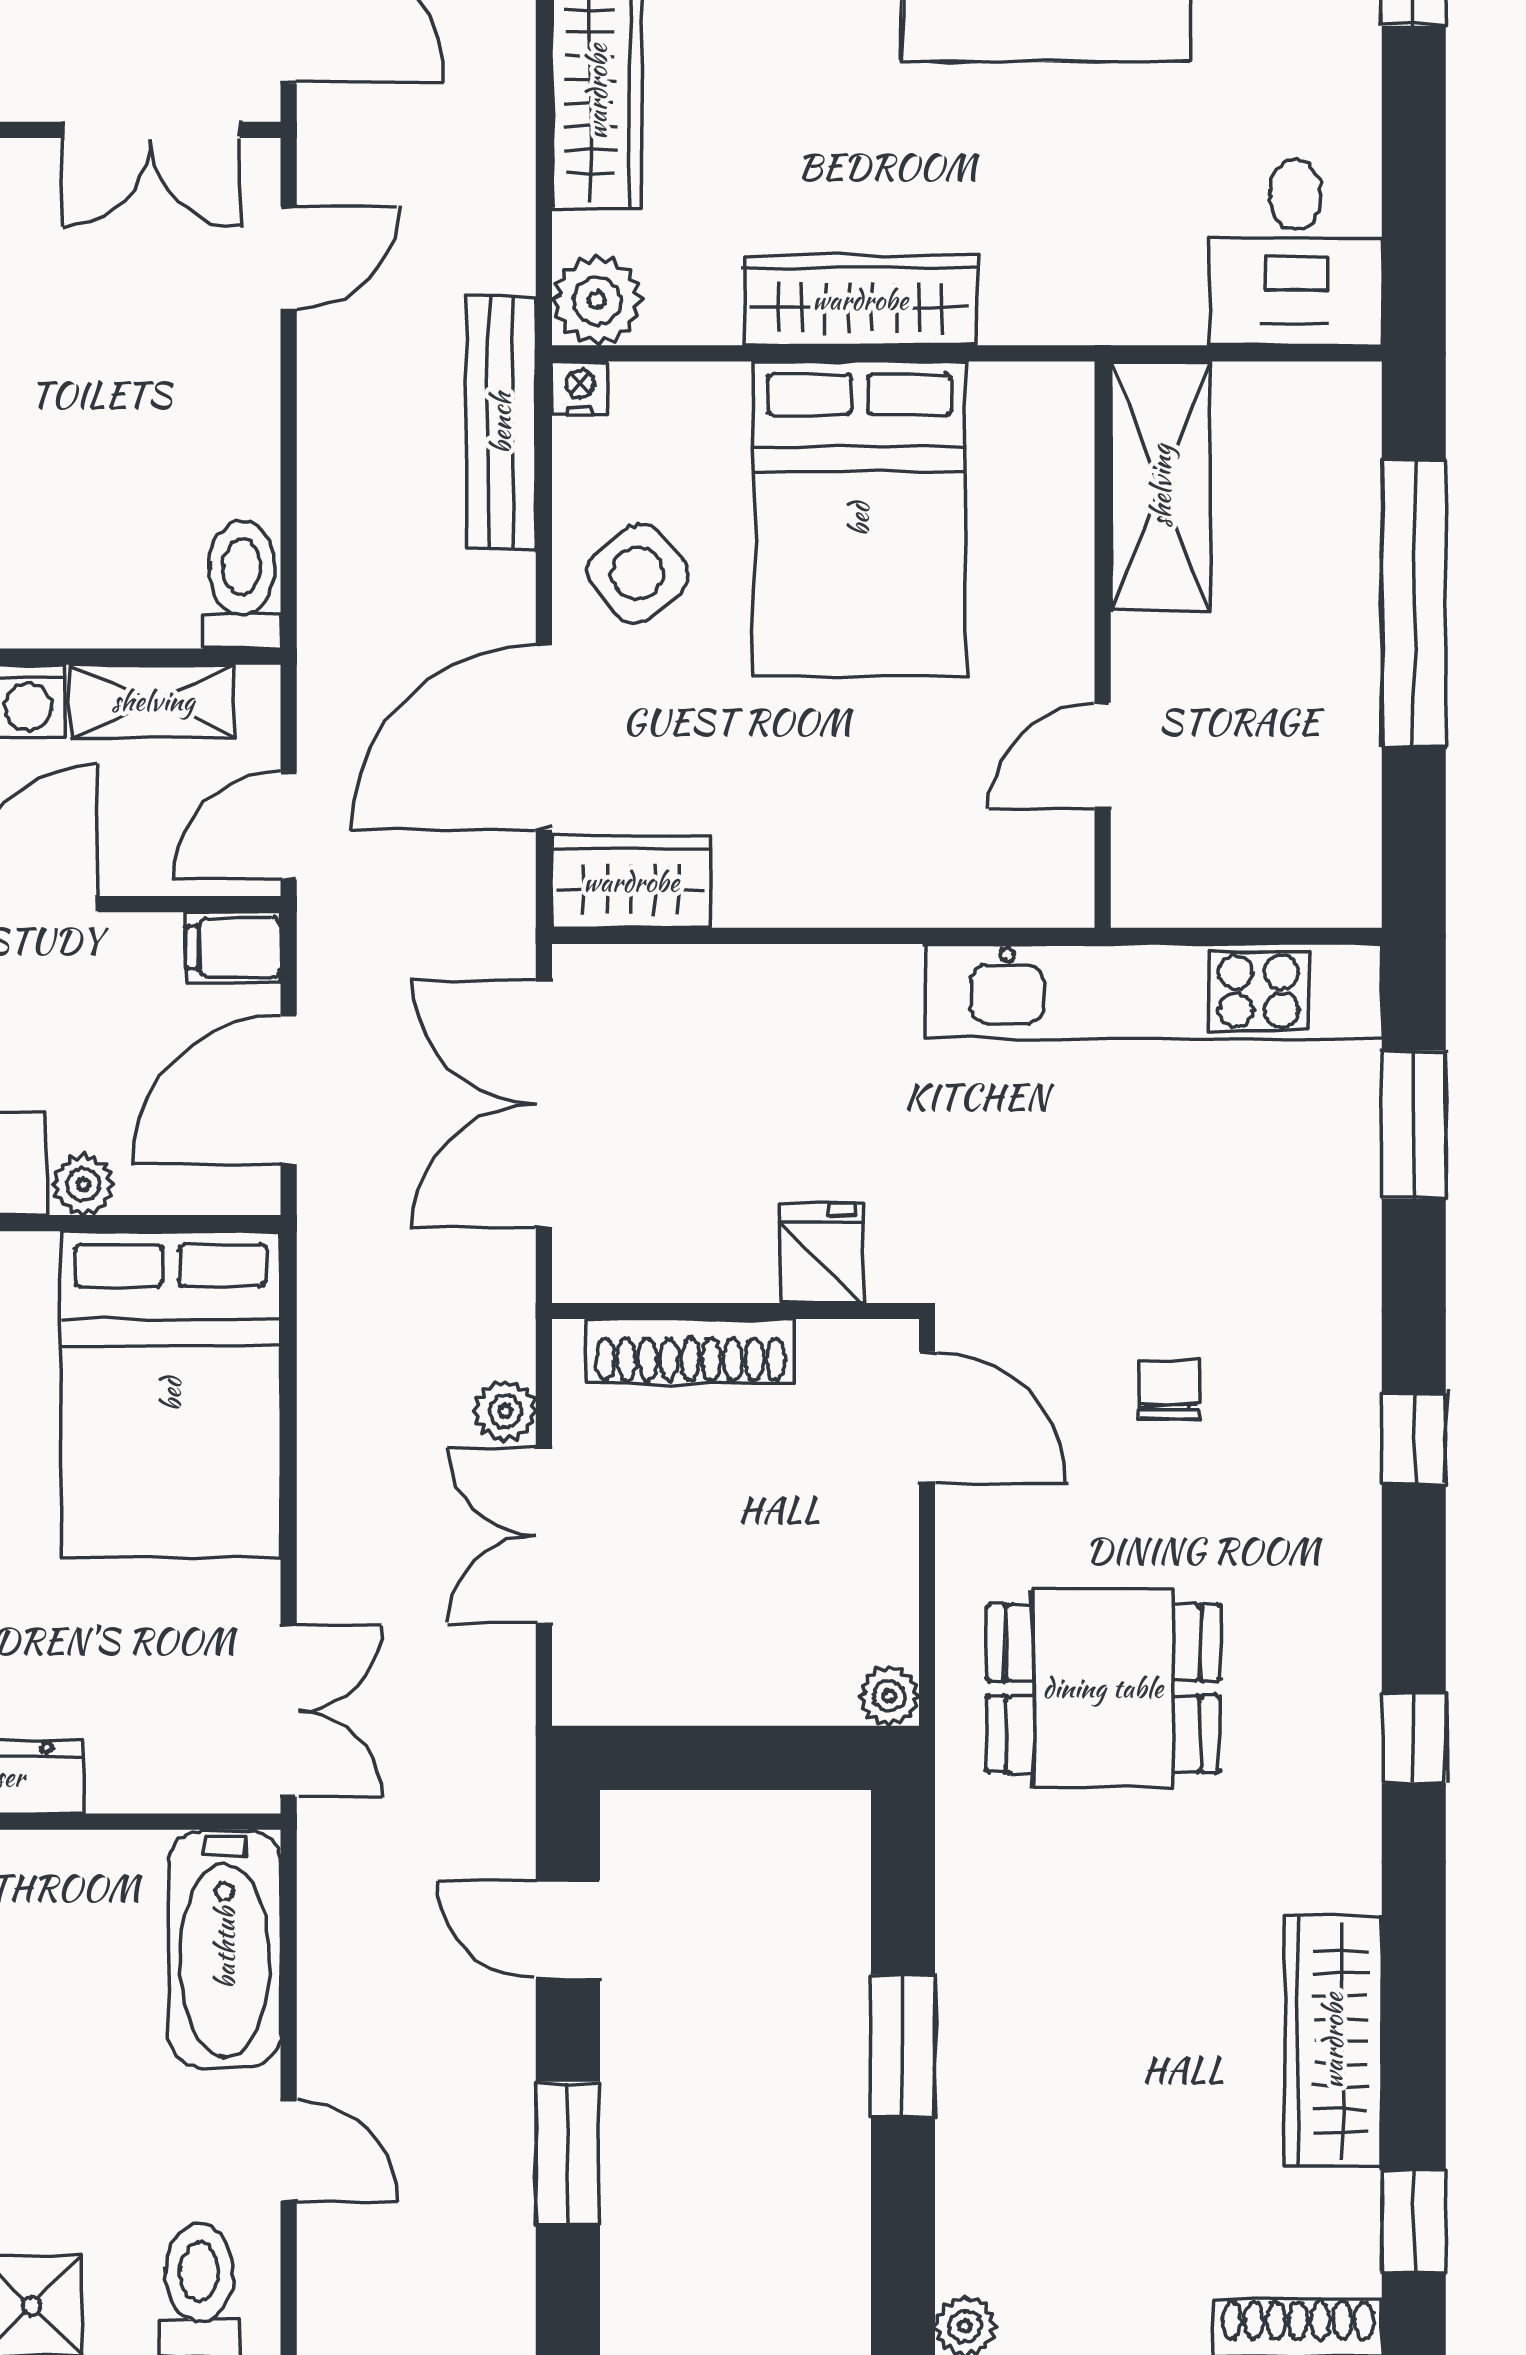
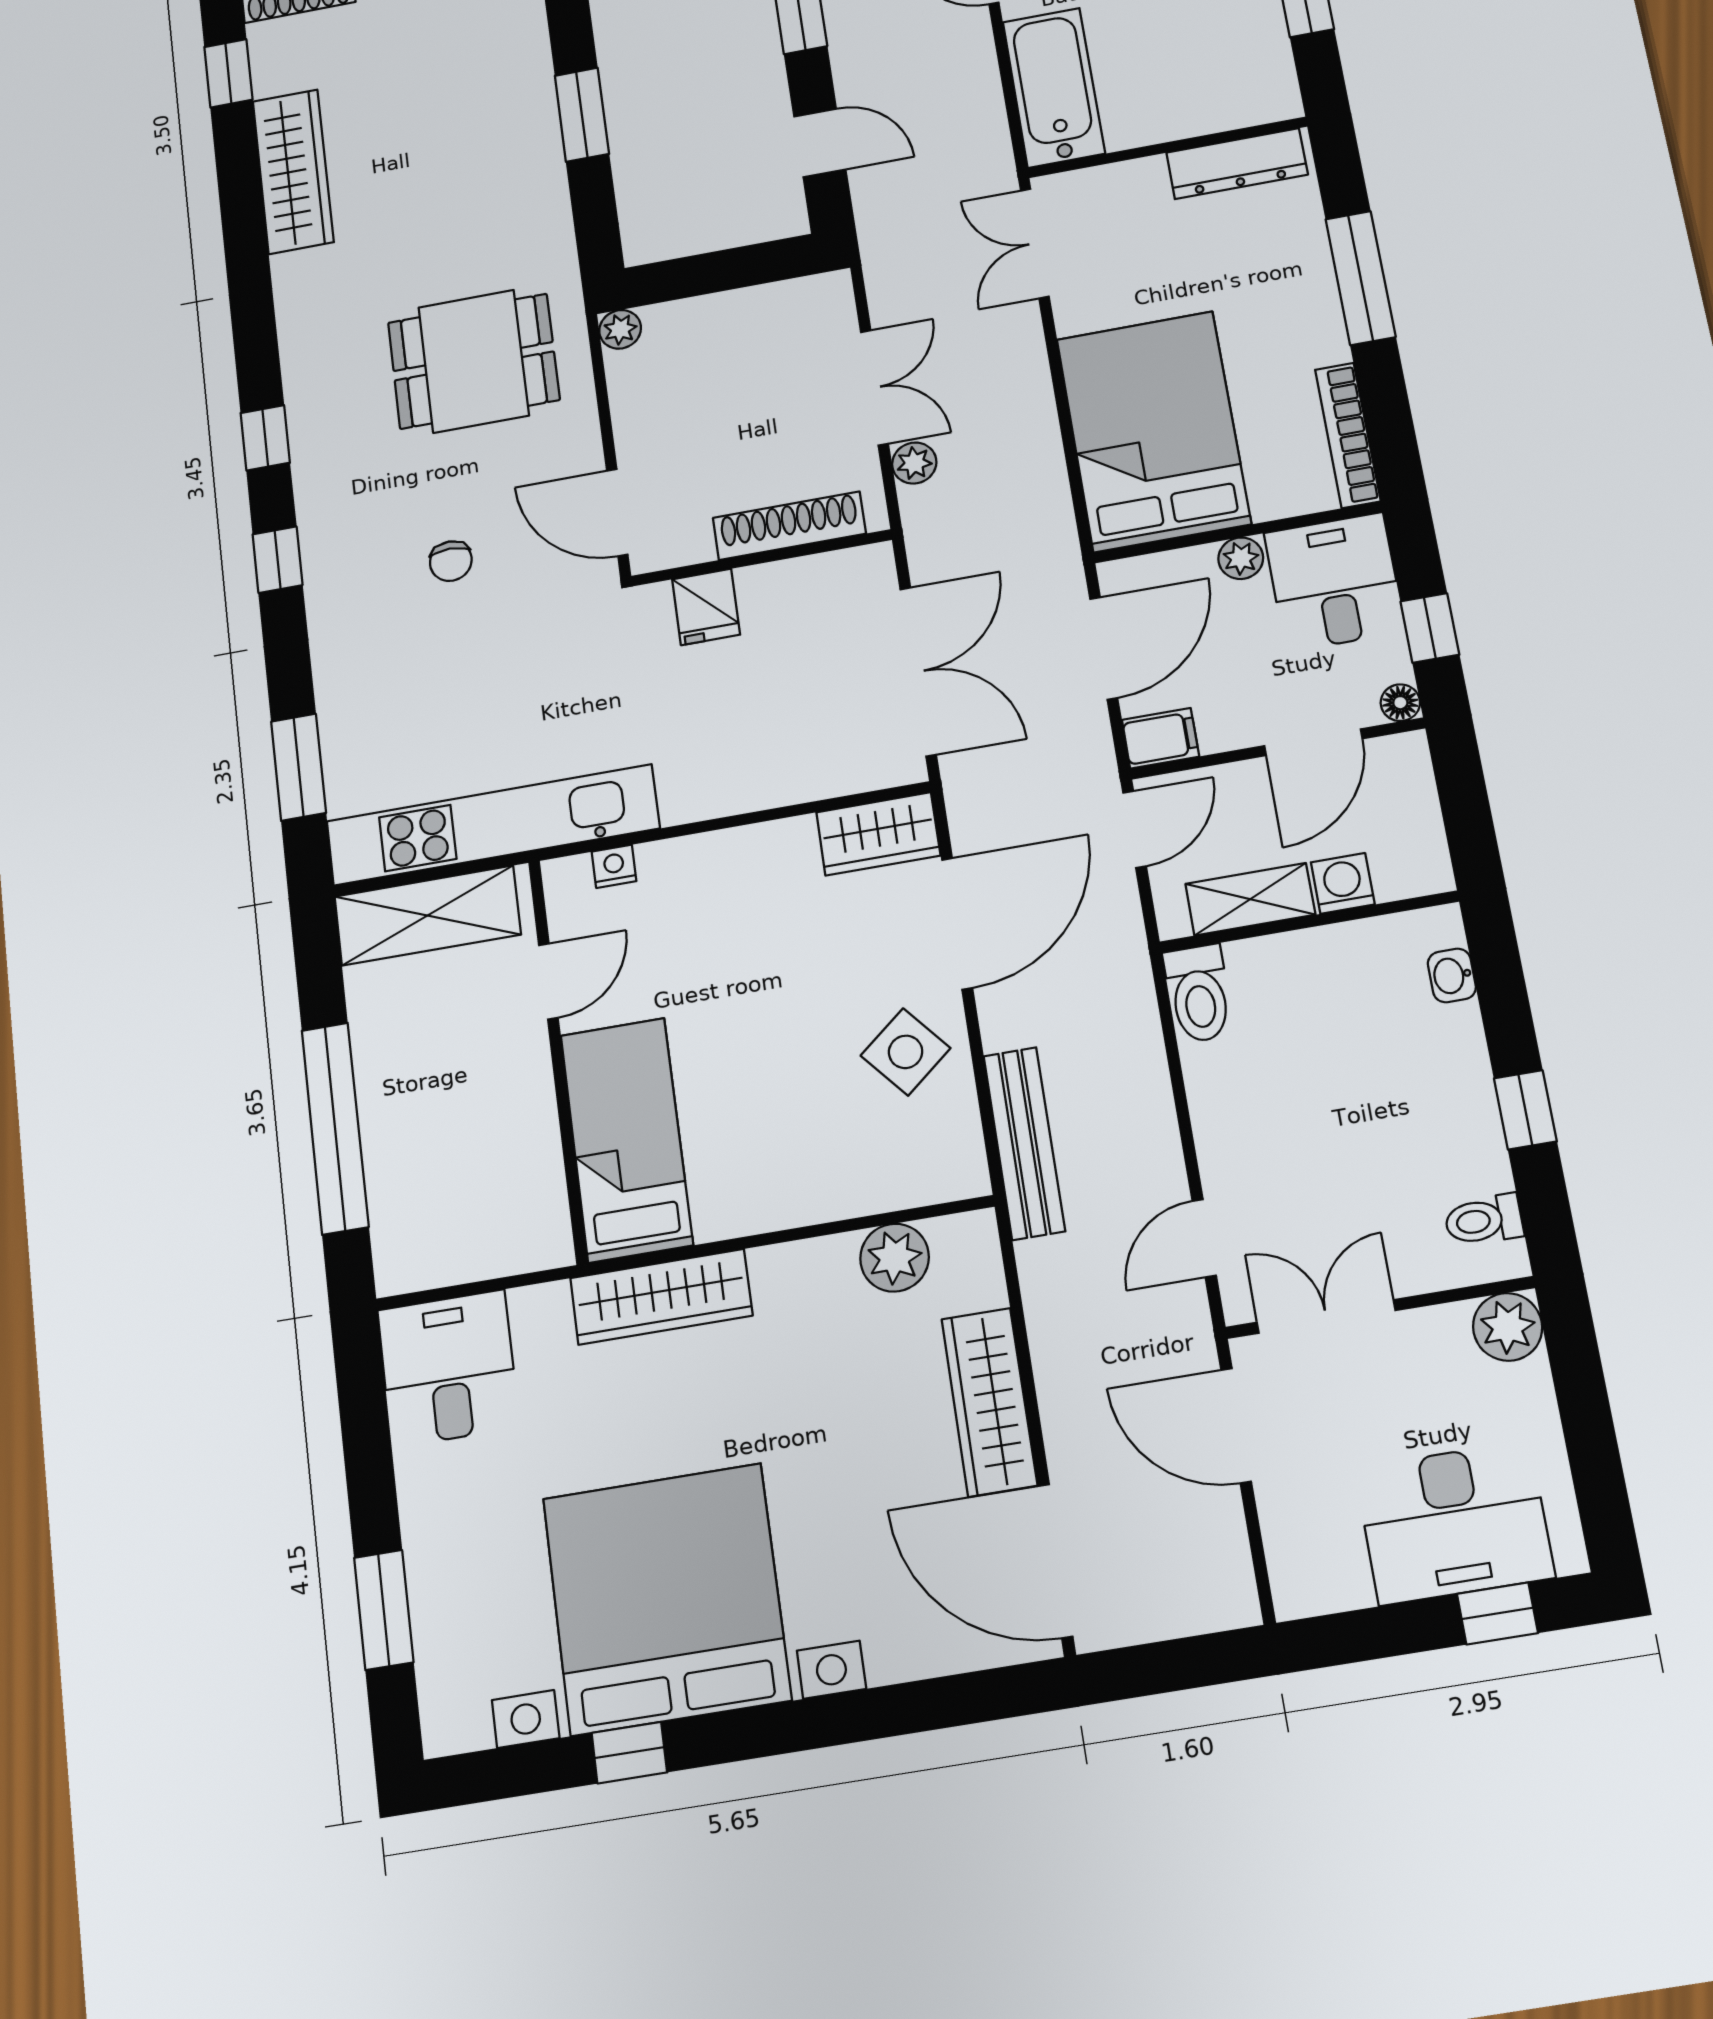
plant: (597, 300) -> (895, 1258), moved
wardrobe: (860, 300) -> (661, 1297), moved
nightstand: (580, 388) -> (614, 866), moved, turned 180
shelving: (1161, 486) -> (428, 916), moved, turned 90
bed: (859, 519) -> (626, 1140), moved, width x0.67
window: (1414, 1738) -> (265, 438), moved

